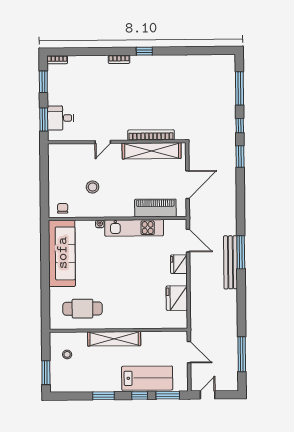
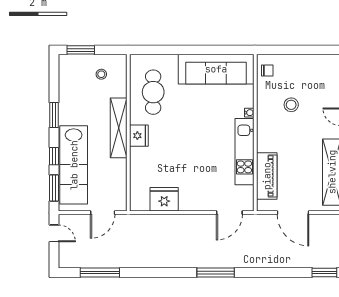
bench: (231, 262) -> (204, 261), removed
fridge: (179, 264) -> (139, 136), moved, turned 90
lab bench: (147, 378) -> (74, 165), width x1.36

